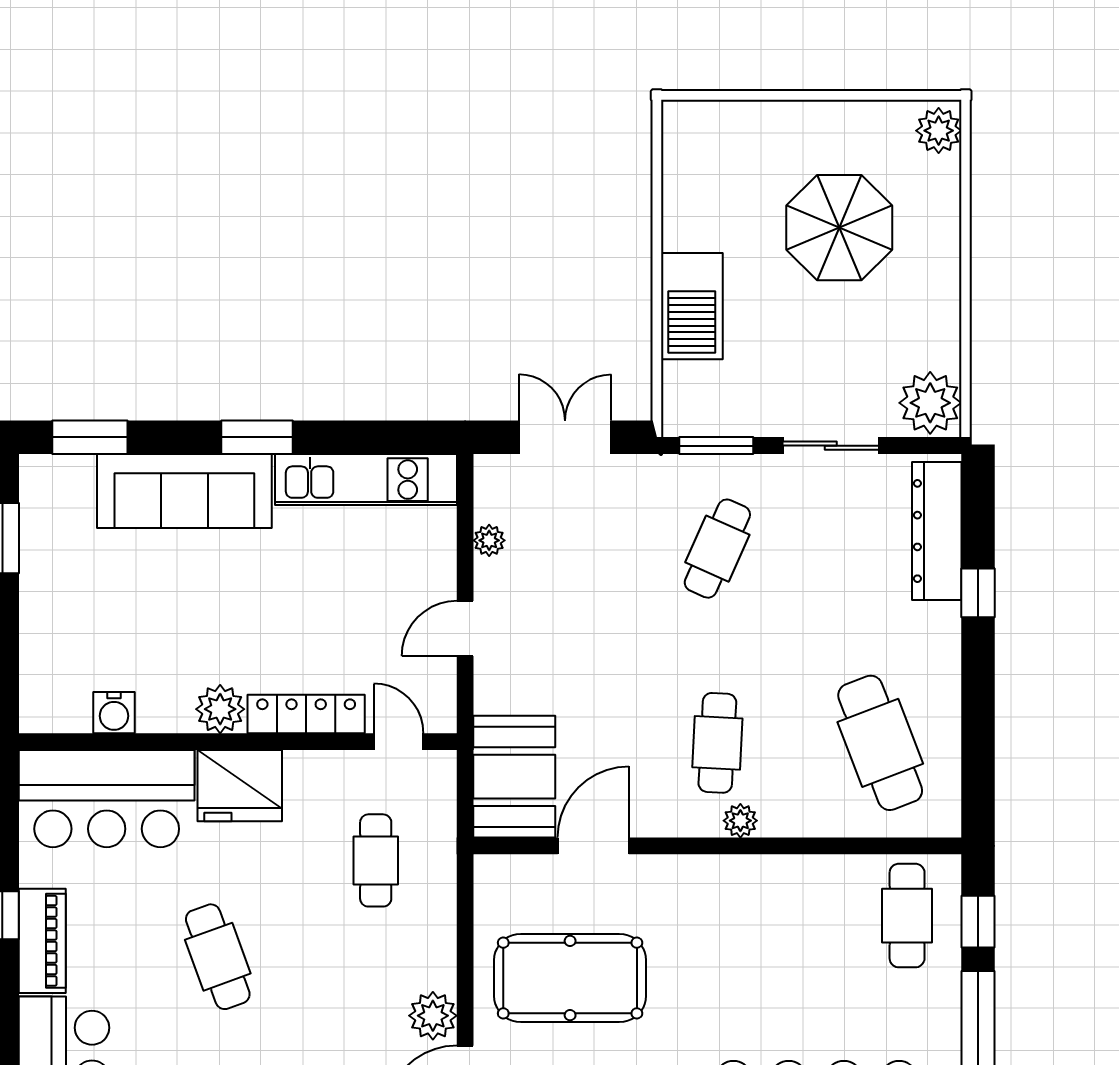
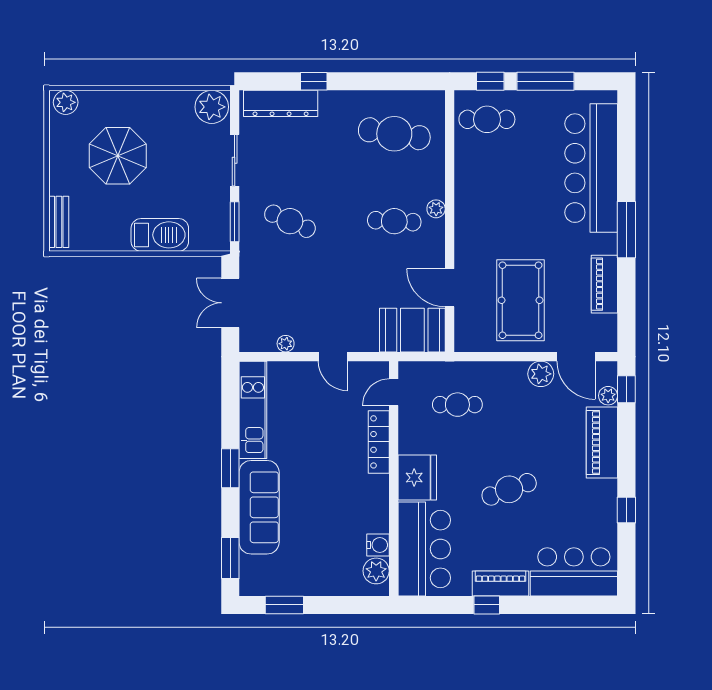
bench: (716, 118) -> (59, 222), added
plant: (220, 709) -> (376, 571), moved
cafe table: (880, 743) -> (394, 134), turned 30

